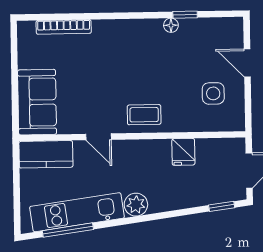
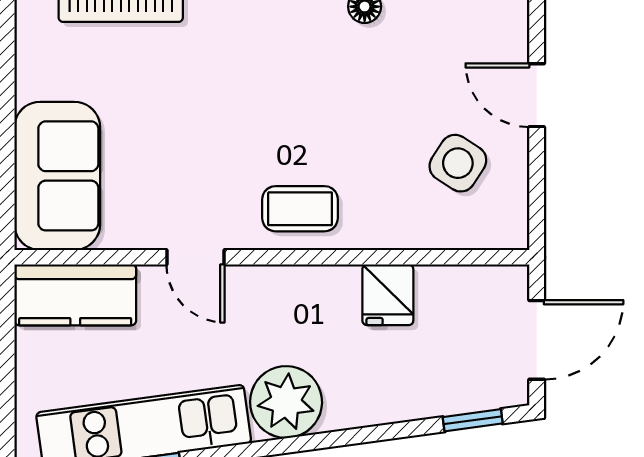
side table: (213, 93) -> (458, 163), turned 33
plant: (136, 205) -> (286, 402), width x1.36, depth x1.36

